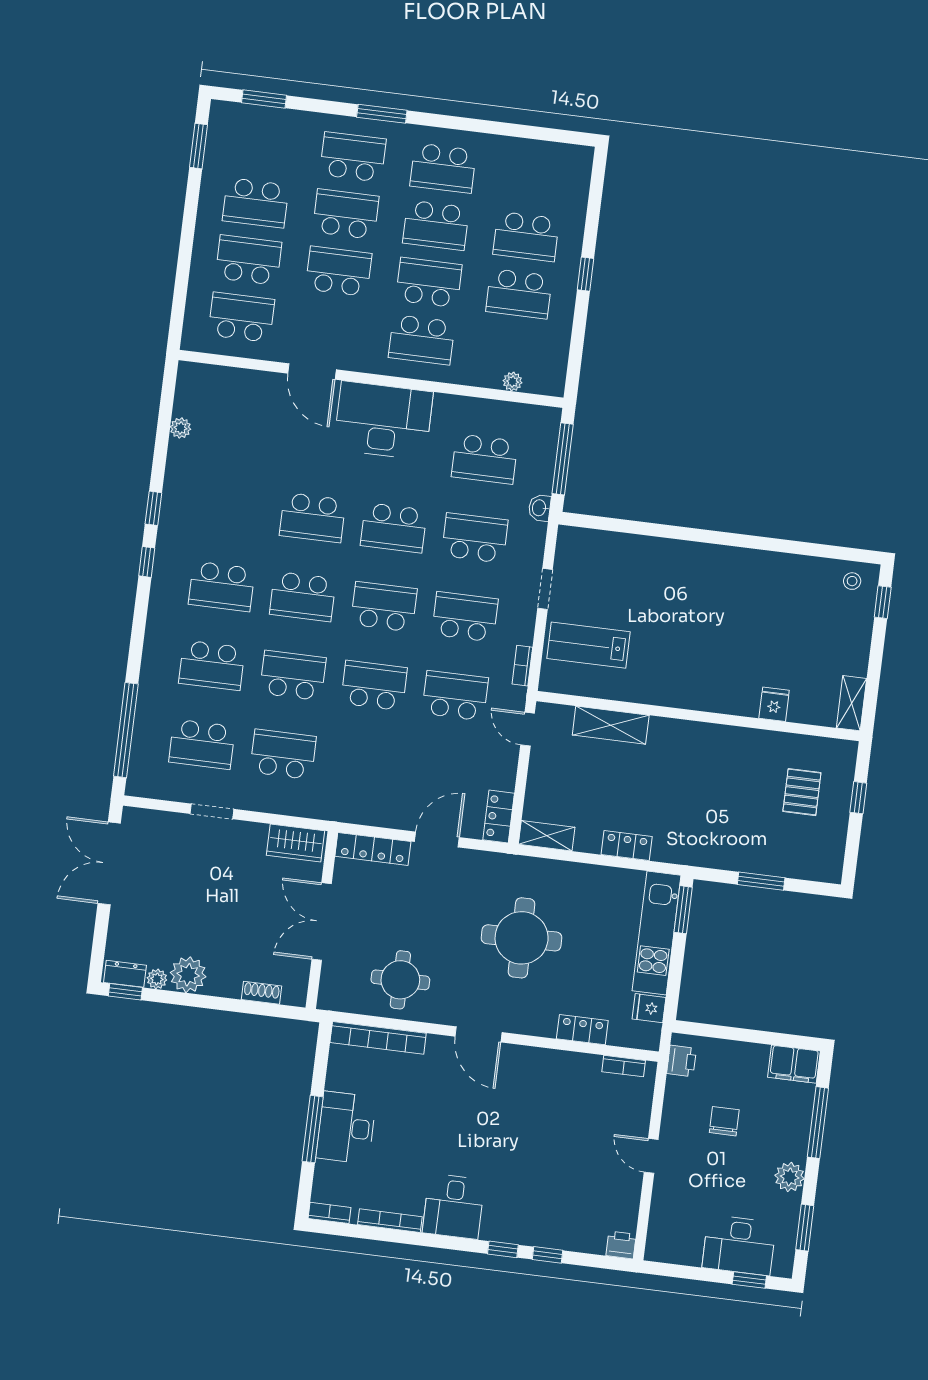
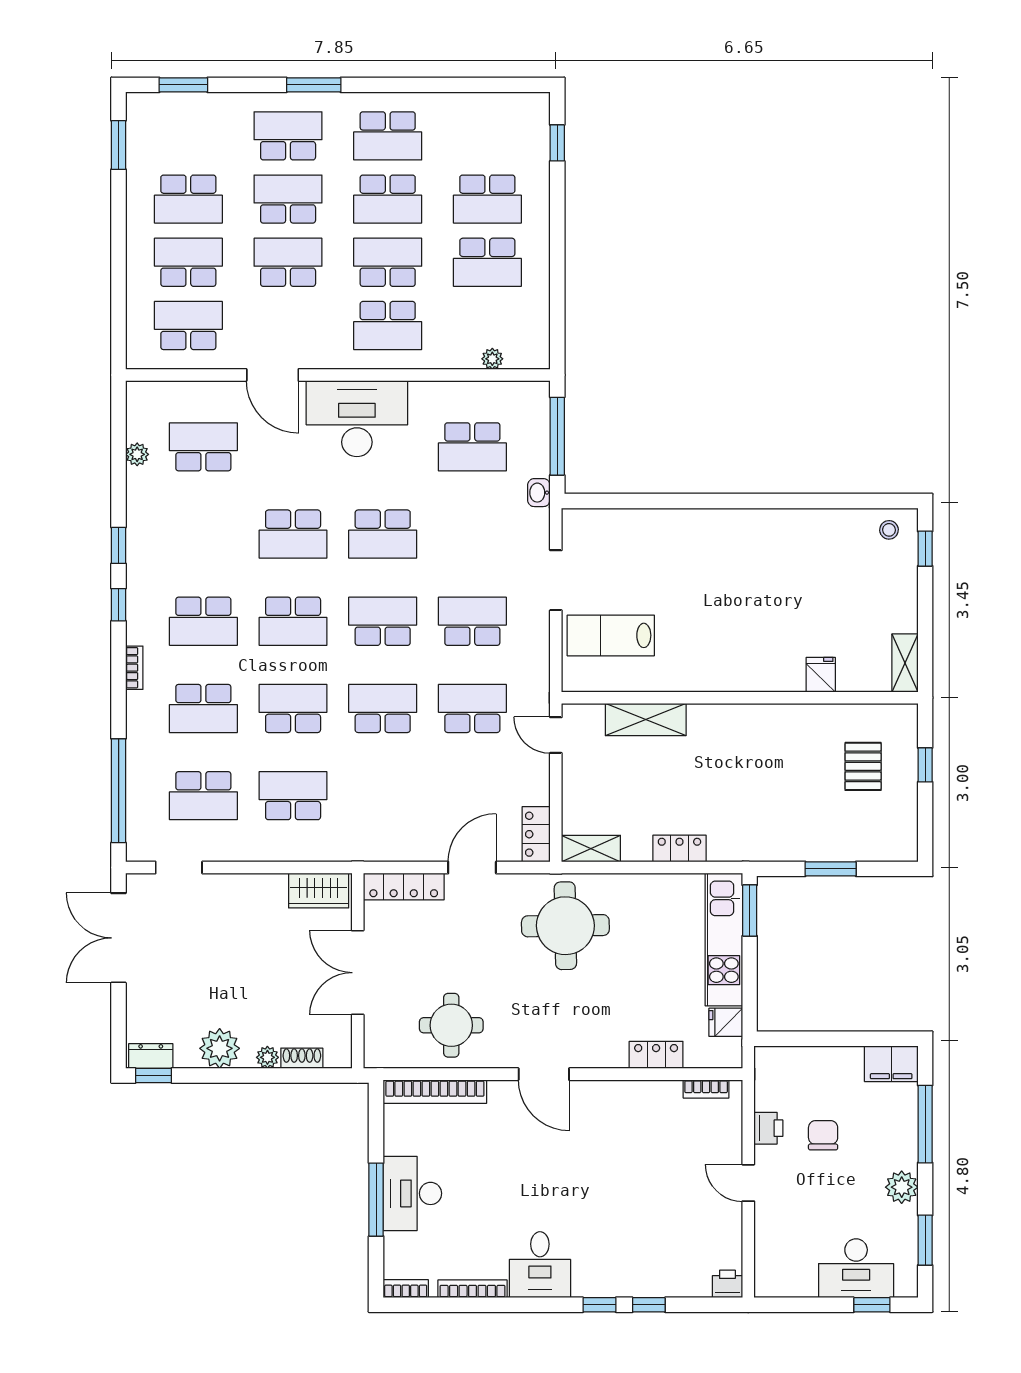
window: (586, 274) -> (557, 143), moved
school desk: (475, 538) -> (203, 447), moved
doorway: (545, 589) -> (556, 580), width x1.38
bookcase: (522, 666) -> (134, 668), moved, turned 180
doorway: (212, 811) -> (179, 867), moved
round table: (522, 938) -> (565, 926), moved
plant: (157, 979) -> (267, 1057), moved
printer: (682, 1061) -> (768, 1128), moved

